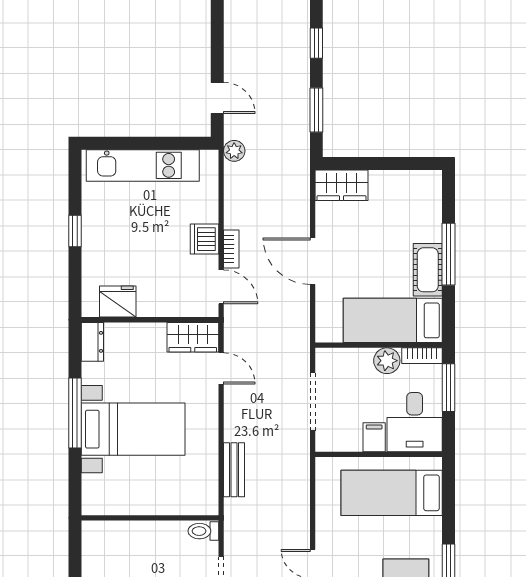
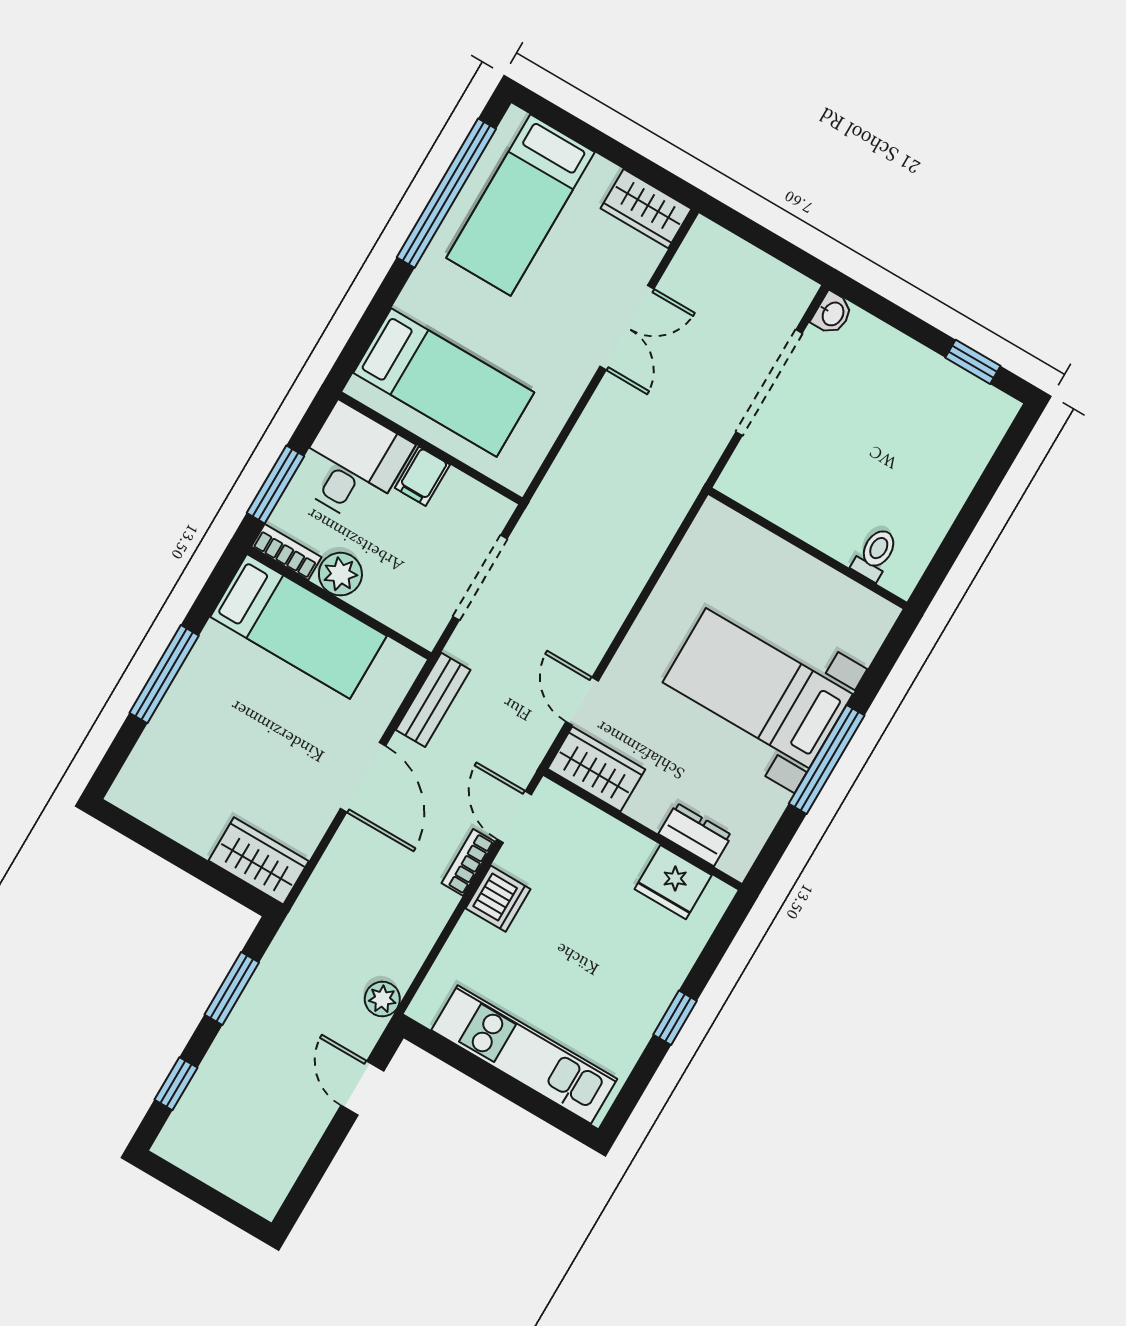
cot: (428, 270) -> (207, 669), removed
dresser: (92, 342) -> (695, 835), moved, turned 90
bench: (234, 470) -> (433, 700), moved
toilet: (203, 531) -> (875, 554), moved, turned -90

